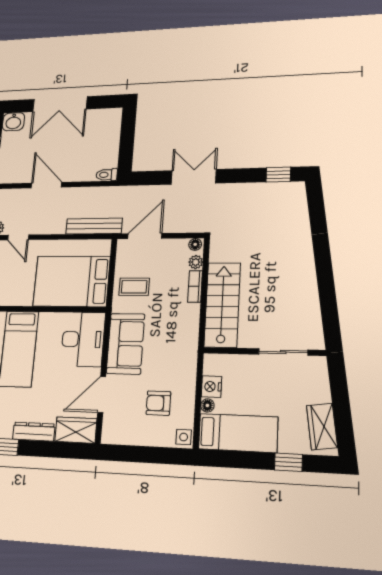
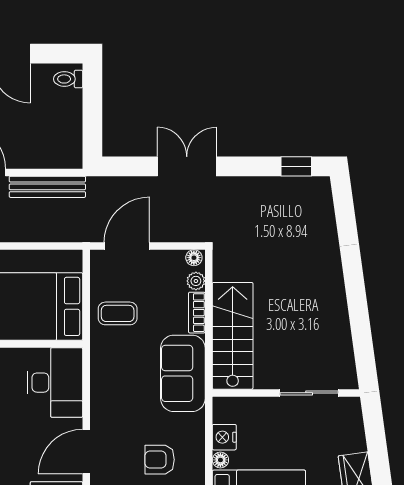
toilet: (107, 175) -> (68, 79), moved
bench: (94, 226) -> (47, 187), moved
sofa: (126, 344) -> (183, 373), moved, turned 180

